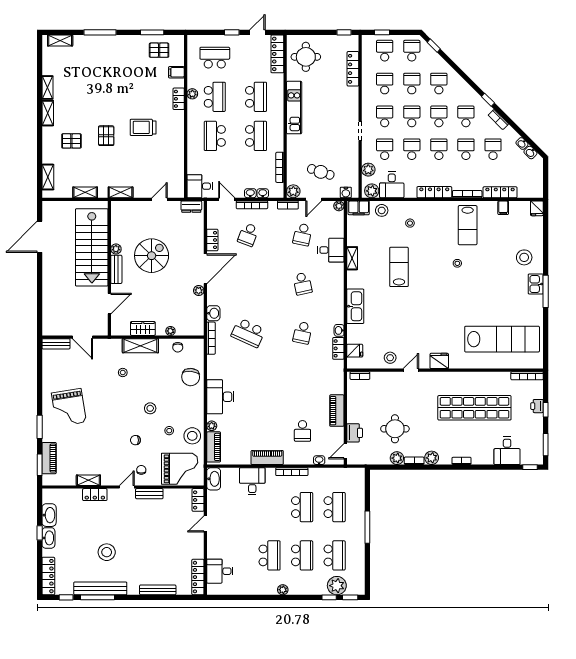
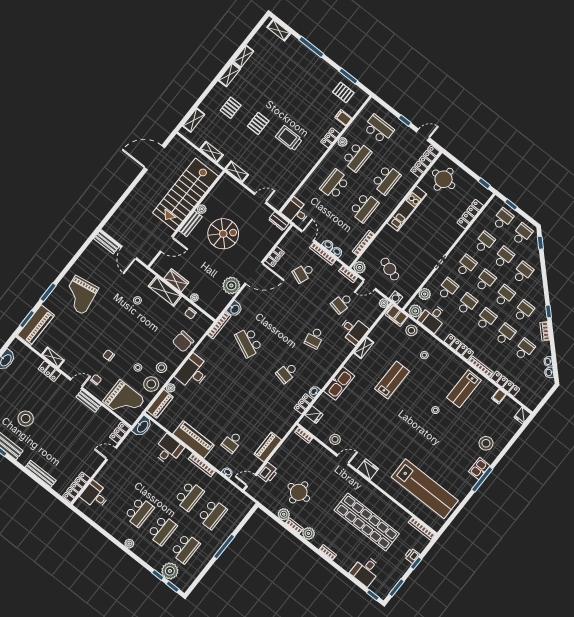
pallet: (71, 141) -> (231, 108), turned 90
plant: (199, 291) -> (231, 285), width x1.88, depth x1.88
stool: (150, 408) -> (161, 368), moved
piano: (267, 457) -> (194, 440), width x1.37, depth x1.33
piano: (49, 458) -> (36, 325), width x1.37, depth x1.33

